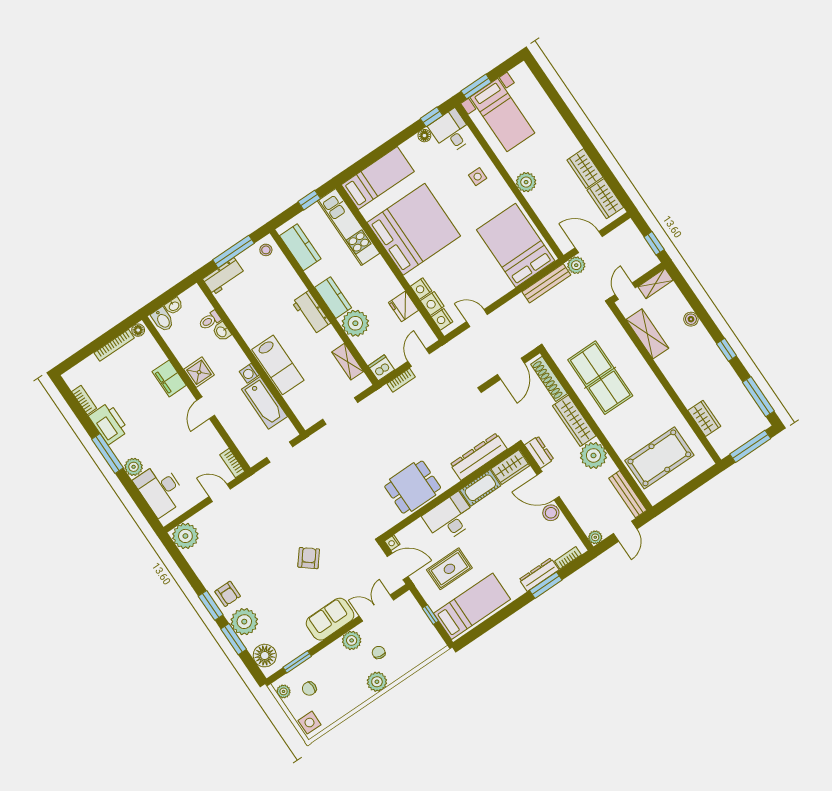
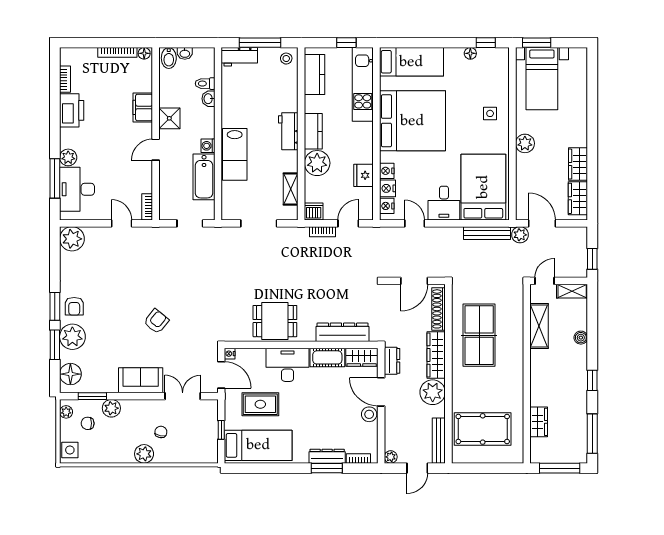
desk: (451, 132) -> (444, 203), moved, turned 180
window: (107, 454) -> (55, 178), moved
plant: (352, 640) -> (111, 408), moved

